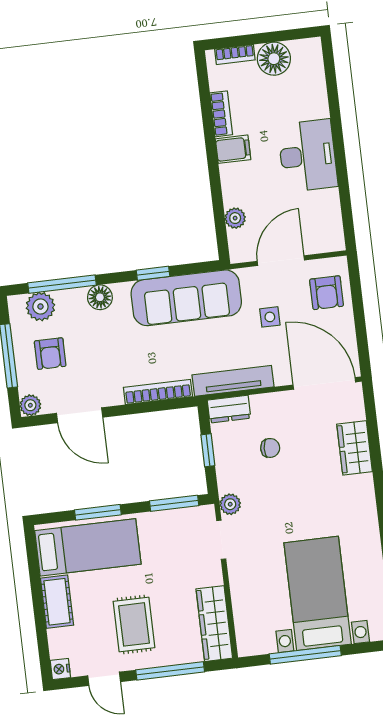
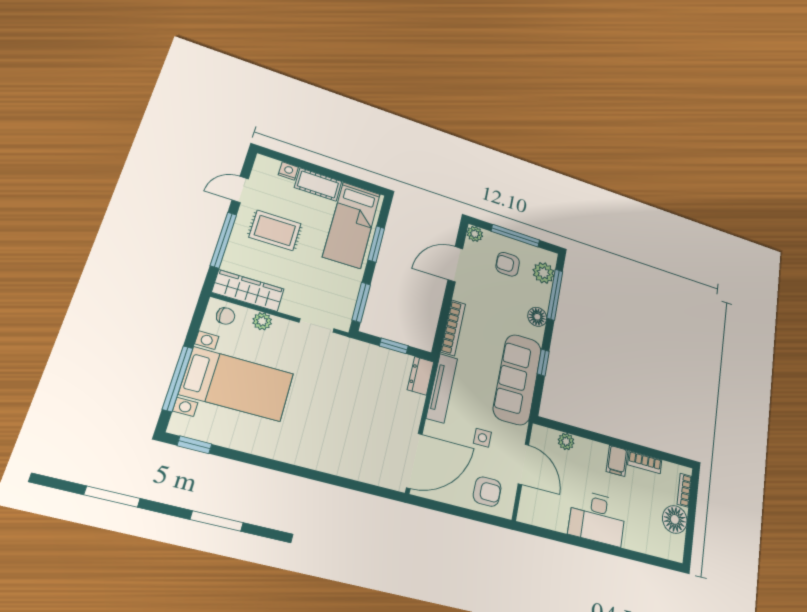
armchair: (327, 293) -> (487, 492), turned 180
chair: (270, 448) -> (226, 316), moved, turned -93
wardrobe: (355, 448) -> (351, 465), removed
plant: (230, 504) -> (262, 321), moved
window: (305, 655) -> (178, 379), moved
nightstand: (60, 669) -> (288, 171), moved

